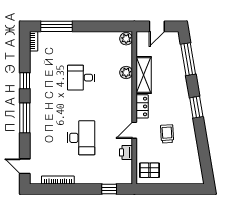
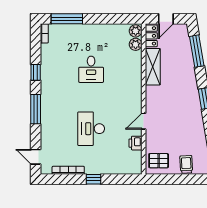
plant: (126, 72) -> (136, 44), moved
desk: (81, 78) -> (91, 69), turned -90
locker: (142, 106) -> (151, 36), moved
trolley: (167, 134) -> (186, 164), moved
desk: (81, 138) -> (91, 129), turned 180
window: (109, 189) -> (93, 179), moved

